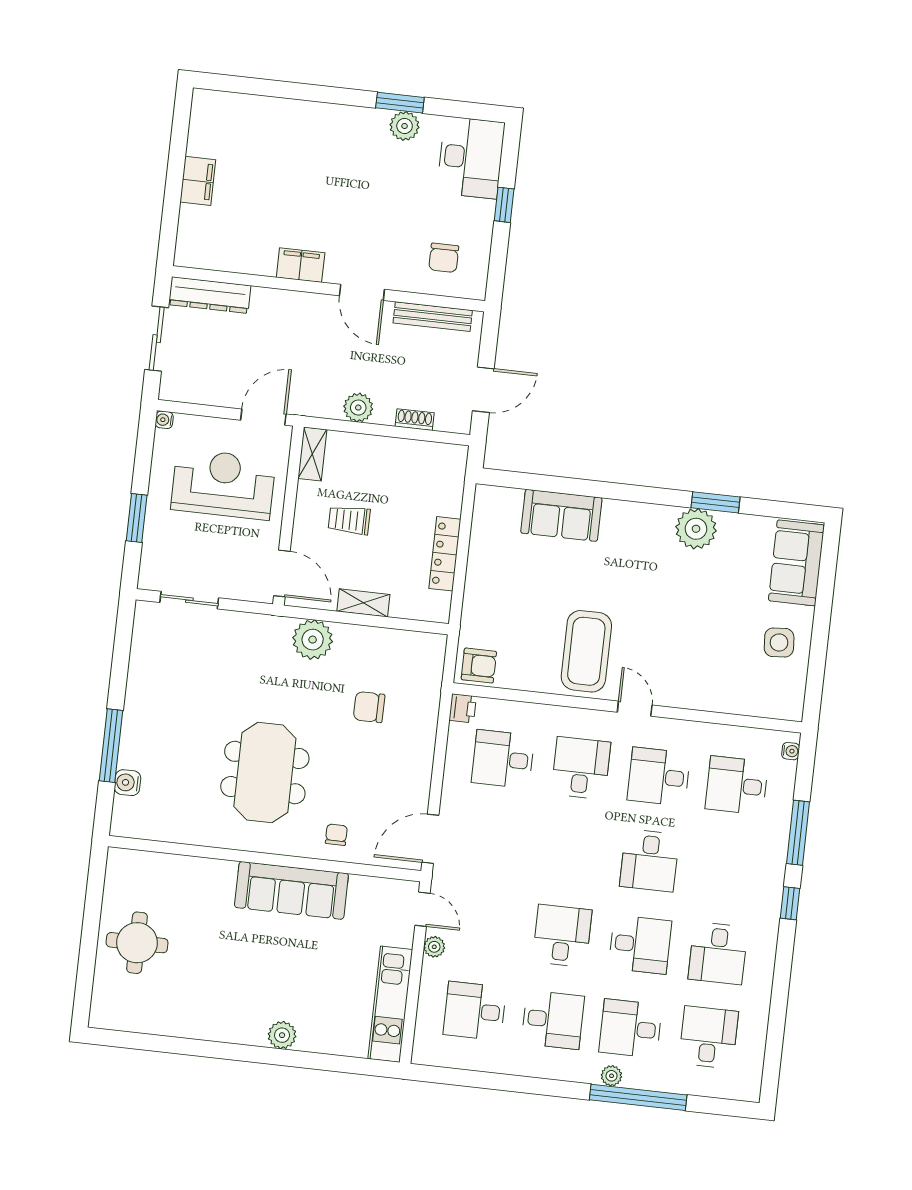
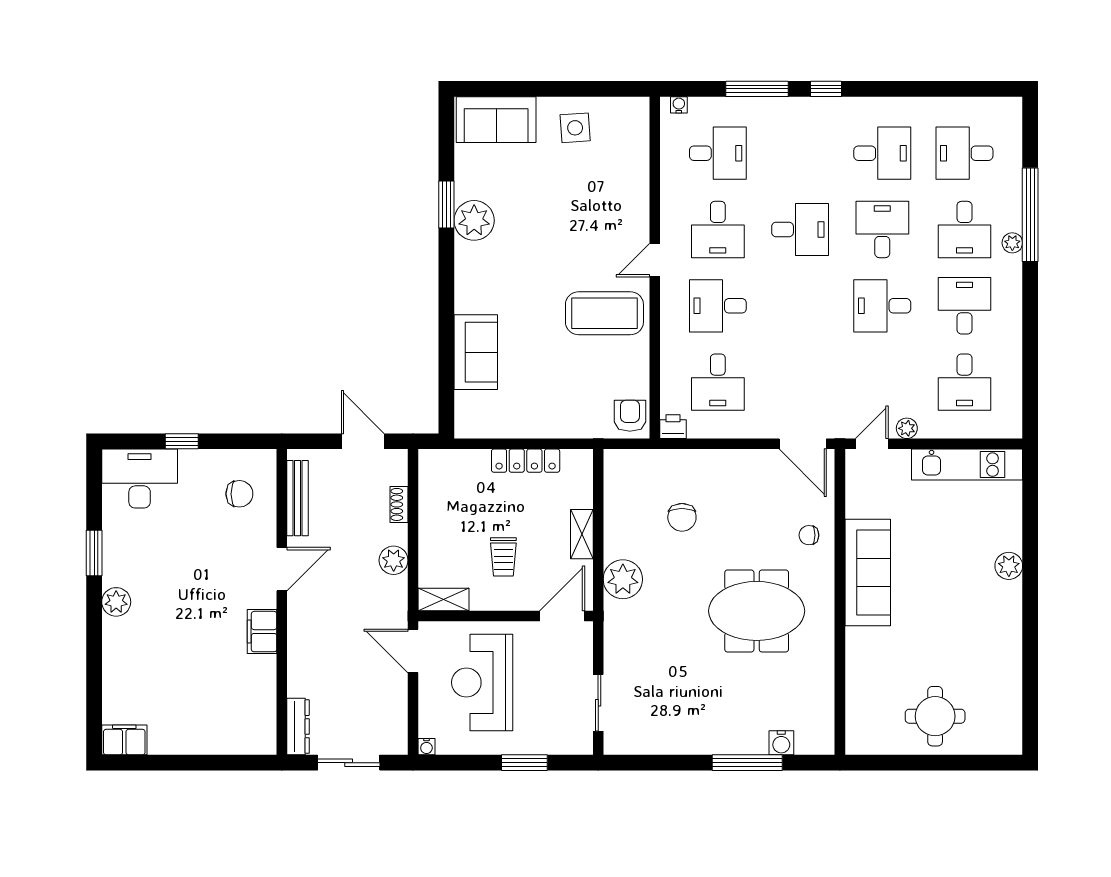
plant: (405, 126) -> (116, 602), moved
filing cabinet: (198, 181) -> (124, 740), moved
dresser: (210, 295) -> (298, 727), width x0.73, depth x0.80
desk: (737, 785) -> (718, 153), turned -90

